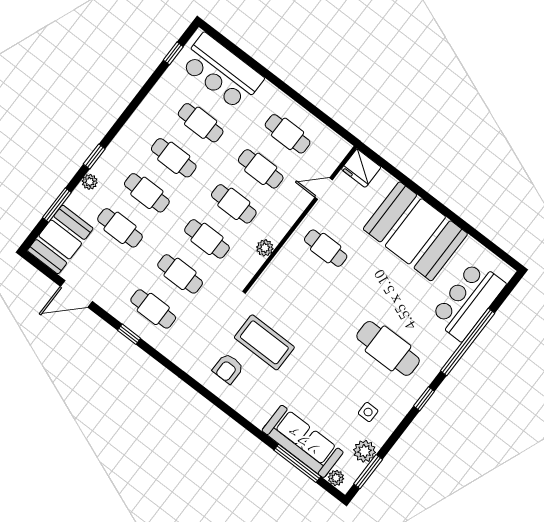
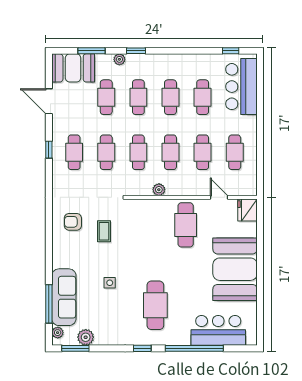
cafe table: (326, 248) -> (186, 225), width x1.37, depth x1.35
coffee table: (264, 342) -> (104, 231), width x0.54, depth x0.58
side table: (368, 412) -> (110, 283), moved

